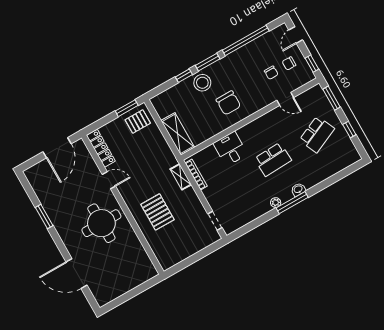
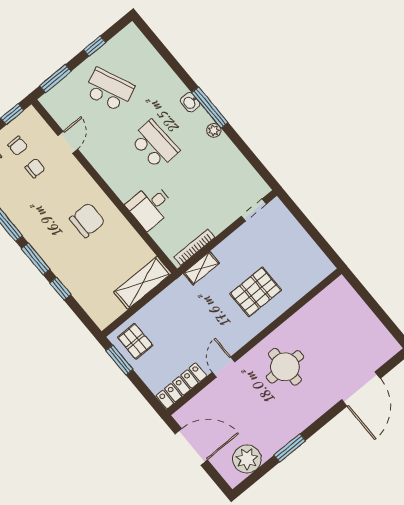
stool: (202, 83) -> (66, 261), removed
plant: (42, 185) -> (247, 459), added
round table: (101, 223) -> (285, 367), width x0.73, depth x0.73

